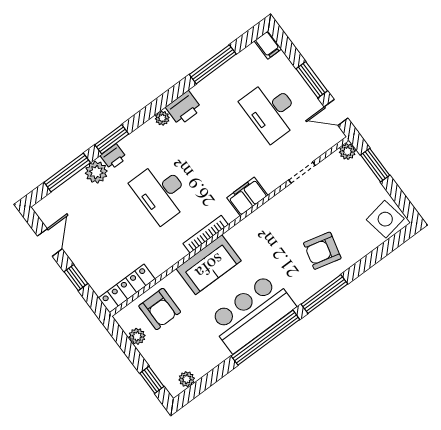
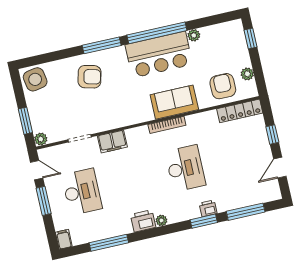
plant: (96, 172) -> (225, 203), removed
filing cabinet: (247, 196) -> (112, 142), moved
plant: (187, 379) -> (194, 35), moved

